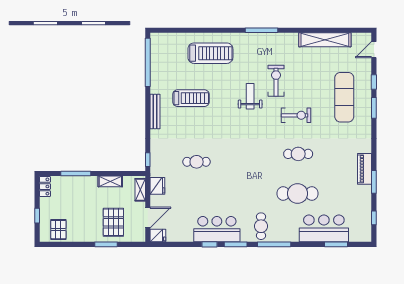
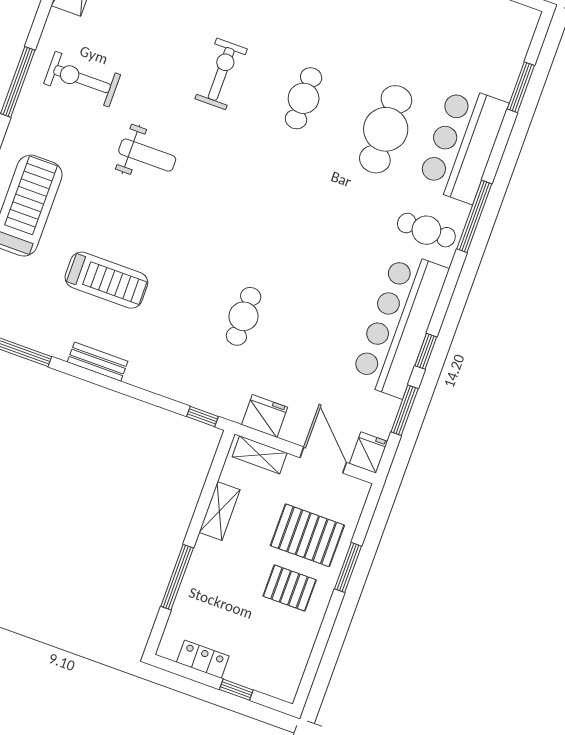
exercise bike: (276, 81) -> (82, 79), moved
weight bench: (250, 96) -> (147, 155), turned 180
treadmill: (191, 98) -> (106, 280), turned 90
bench: (155, 111) -> (98, 362), width x0.73
locker: (45, 187) -> (203, 659), moved
bar counter: (324, 228) -> (463, 144), moved
bar counter: (217, 229) -> (400, 325), width x1.36
pallet: (58, 230) -> (290, 588), moved
window: (236, 244) -> (405, 410), moved

